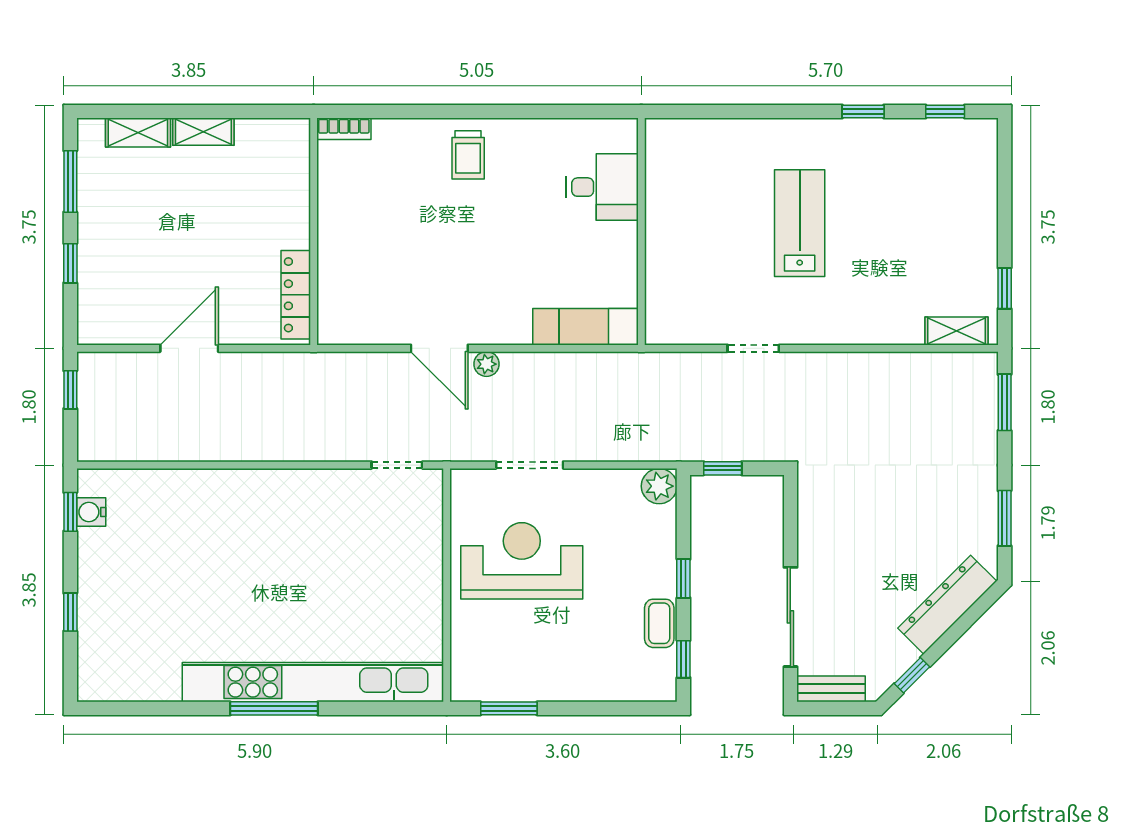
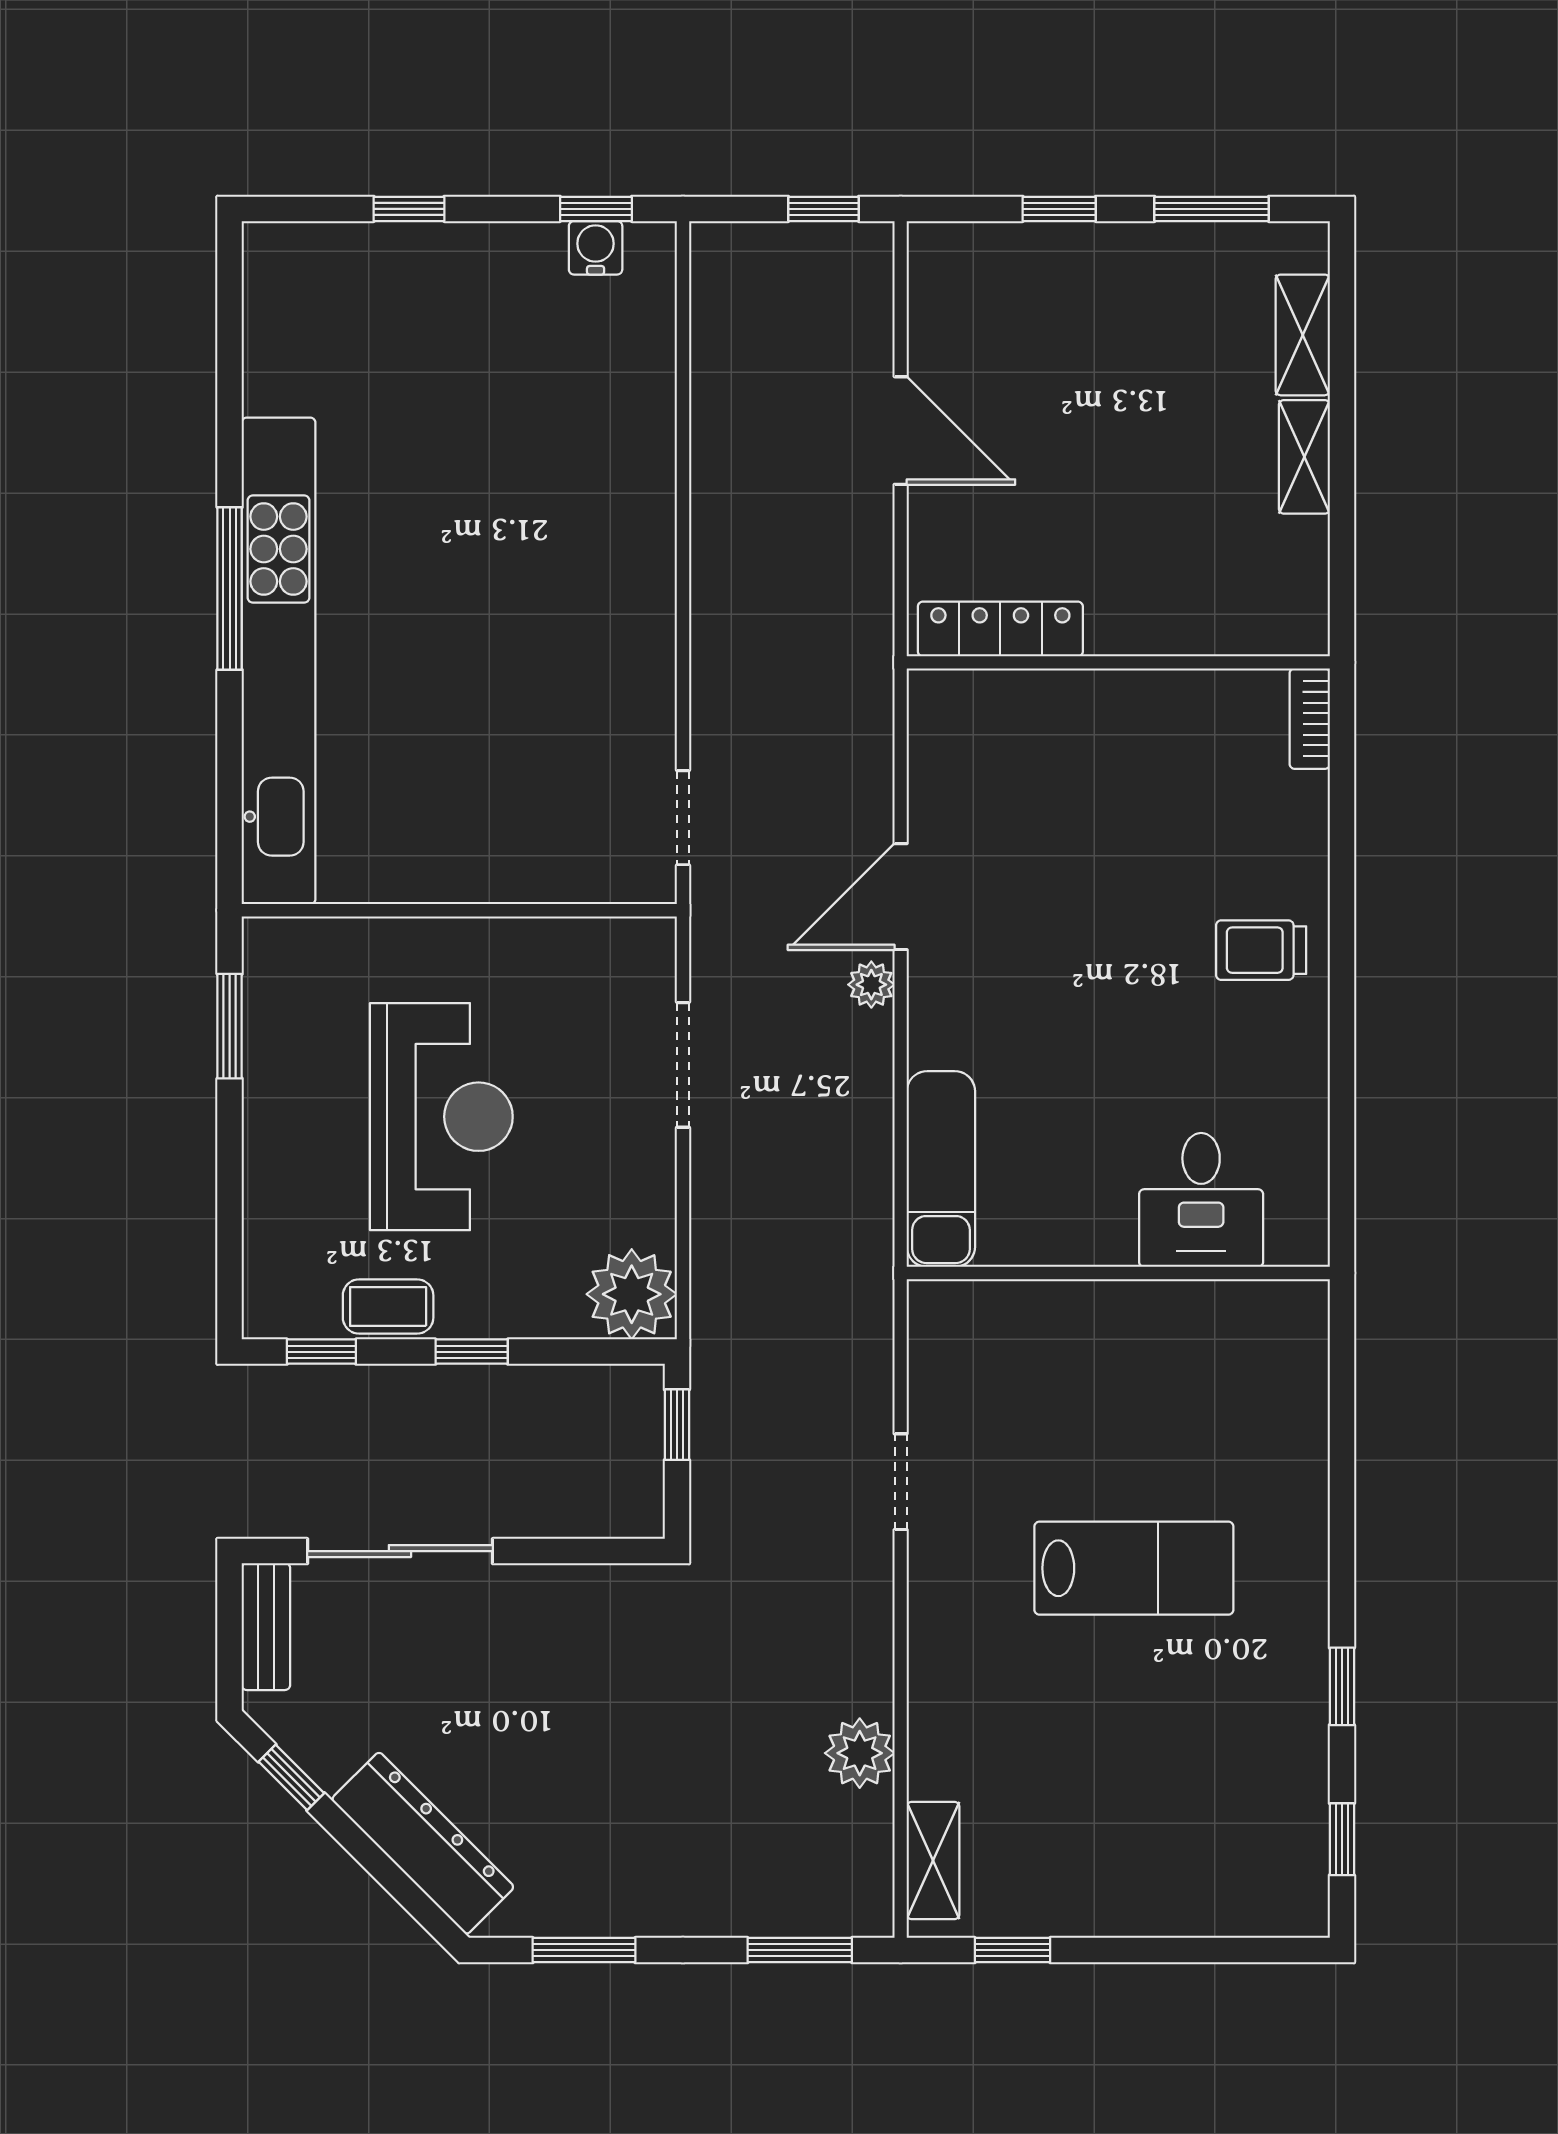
plant: (899, 370) -> (860, 1753), added
plant: (659, 486) -> (632, 1294), width x1.36, depth x1.36
reception desk: (522, 561) -> (441, 1117), moved

